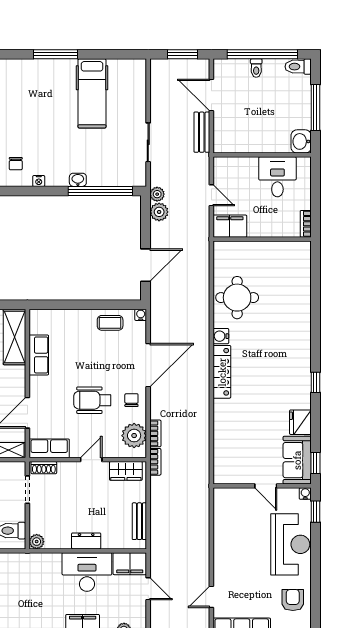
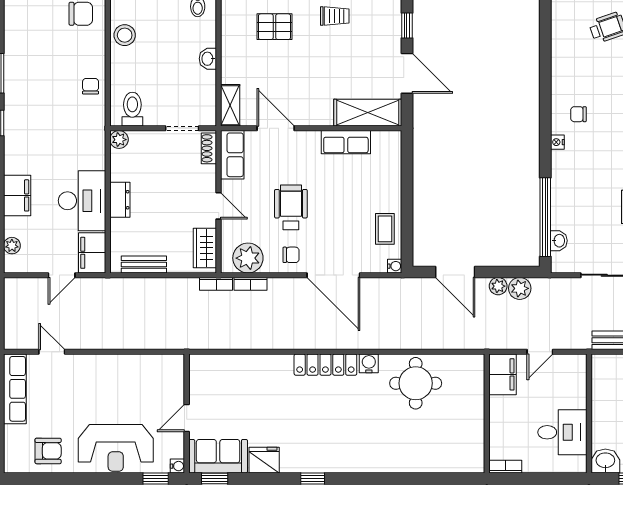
washbasin: (78, 180) -> (559, 241), moved
plant: (157, 194) -> (498, 286), moved

